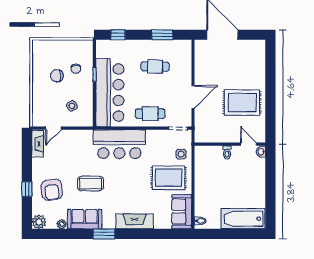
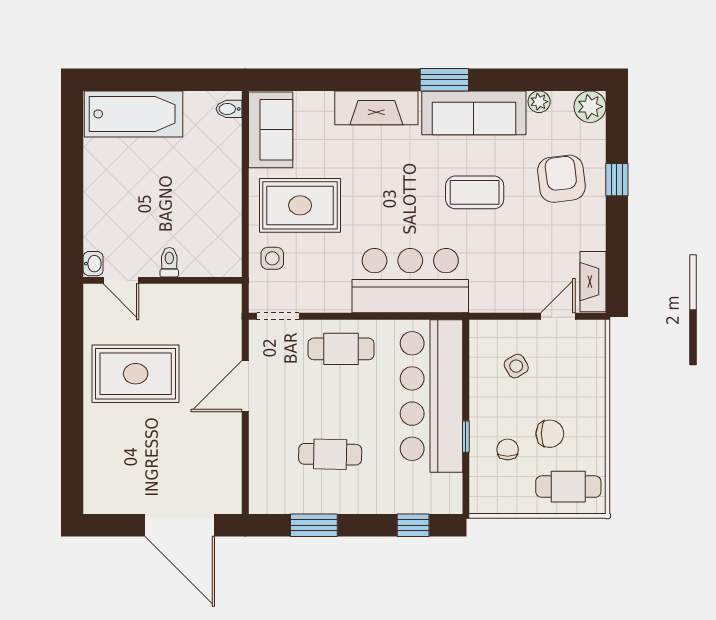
cafe table: (49, 52) -> (568, 487), added
sofa: (85, 219) -> (474, 113), width x1.36

